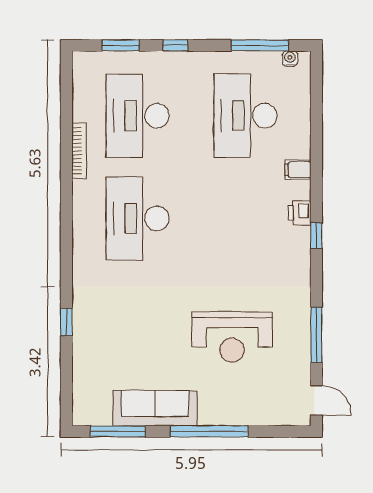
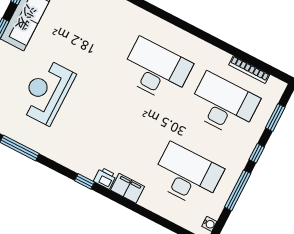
window: (260, 45) -> (238, 190), moved
bookcase: (79, 151) -> (249, 70), moved
filing cabinet: (298, 170) -> (127, 188), width x2.00

